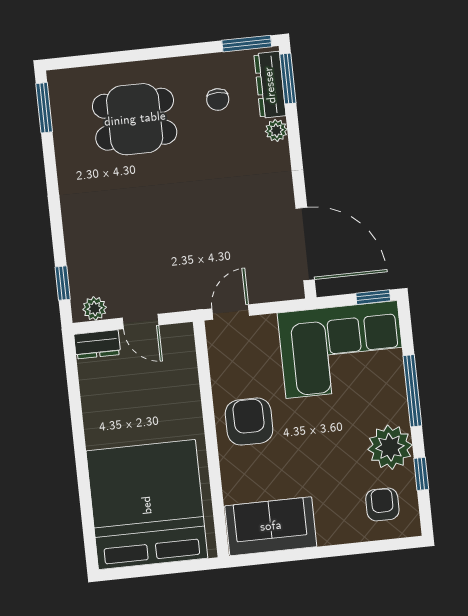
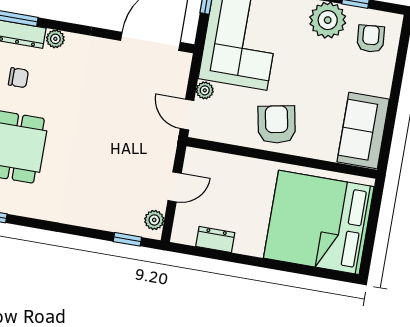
plant: (265, 325) -> (205, 90), added
dresser: (97, 344) -> (215, 239), moved, turned -90
armchair: (249, 422) -> (277, 124), turned 79
armchair: (382, 504) -> (371, 39), turned 85

